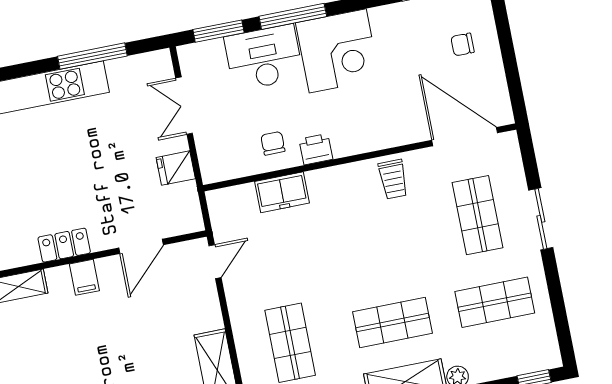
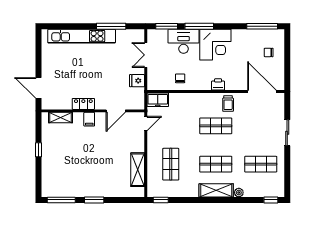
printer: (316, 149) -> (218, 84), moved
freezer: (282, 192) -> (158, 100), moved
shop shelf: (478, 215) -> (216, 126), moved, turned 90

